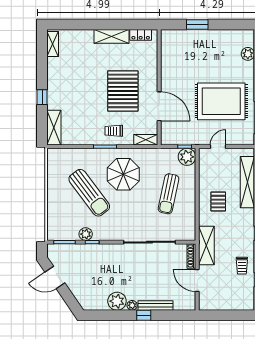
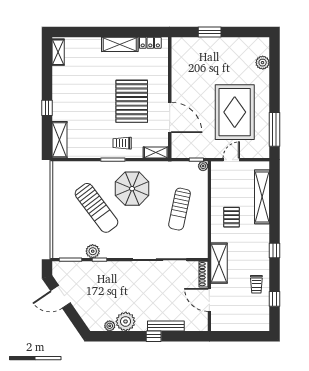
rug: (221, 101) -> (235, 112), turned 90
plant: (187, 157) -> (203, 166), width x0.53, depth x0.53
plant: (132, 305) -> (110, 326), moved

